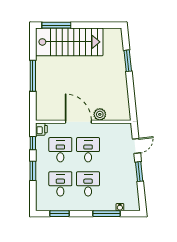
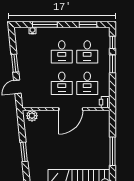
window: (128, 61) -> (24, 152), moved
plant: (100, 114) -> (32, 116), moved
door: (78, 122) -> (71, 109), hinge flipped
window: (33, 143) -> (113, 42), moved

